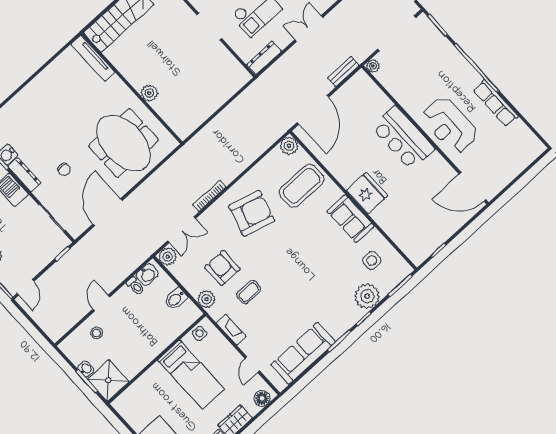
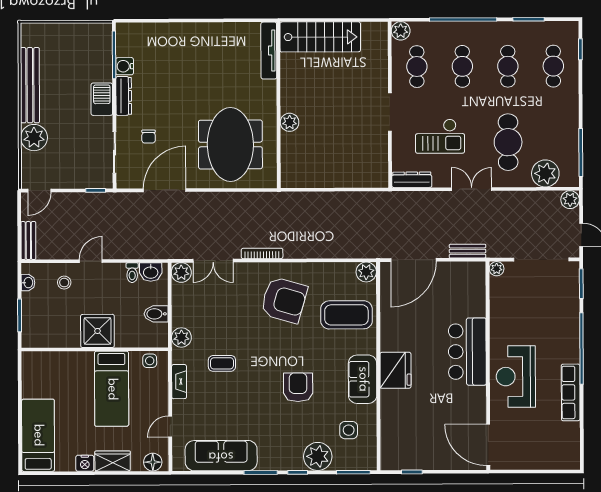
chair: (64, 169) -> (149, 137), moved
armchair: (222, 268) -> (298, 387), moved
bench: (48, 327) -> (28, 241), added
washbasin: (86, 369) -> (28, 283), moved
shower: (108, 380) -> (97, 331), moved

